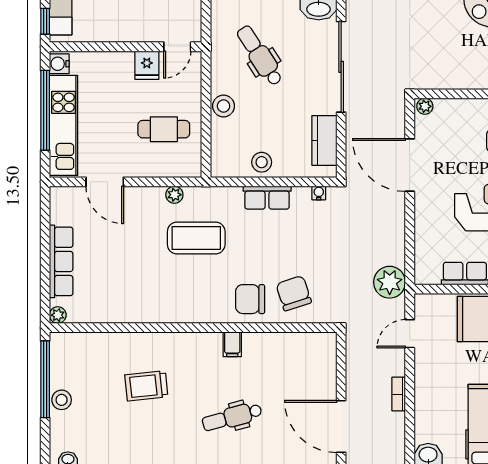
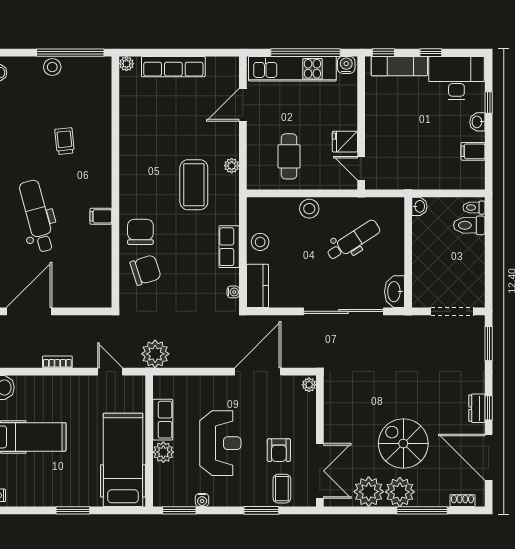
kitchen counter: (324, 140) -> (258, 286), moved, turned 90
trolley: (146, 386) -> (65, 141), width x0.73, depth x0.72
dental chair: (232, 417) -> (37, 216), width x1.36, depth x1.38

